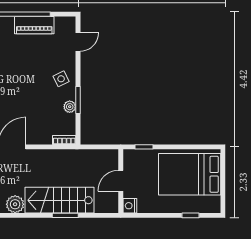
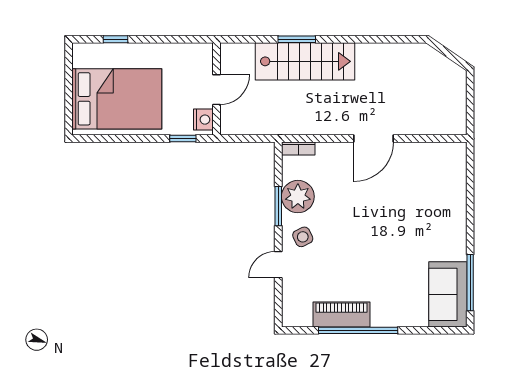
door: (78, 42) -> (278, 265), moved
plant: (70, 107) -> (298, 197), width x1.88, depth x1.88
plant: (15, 204) -> (369, 55), removed
nightstand: (130, 206) -> (203, 120), moved

